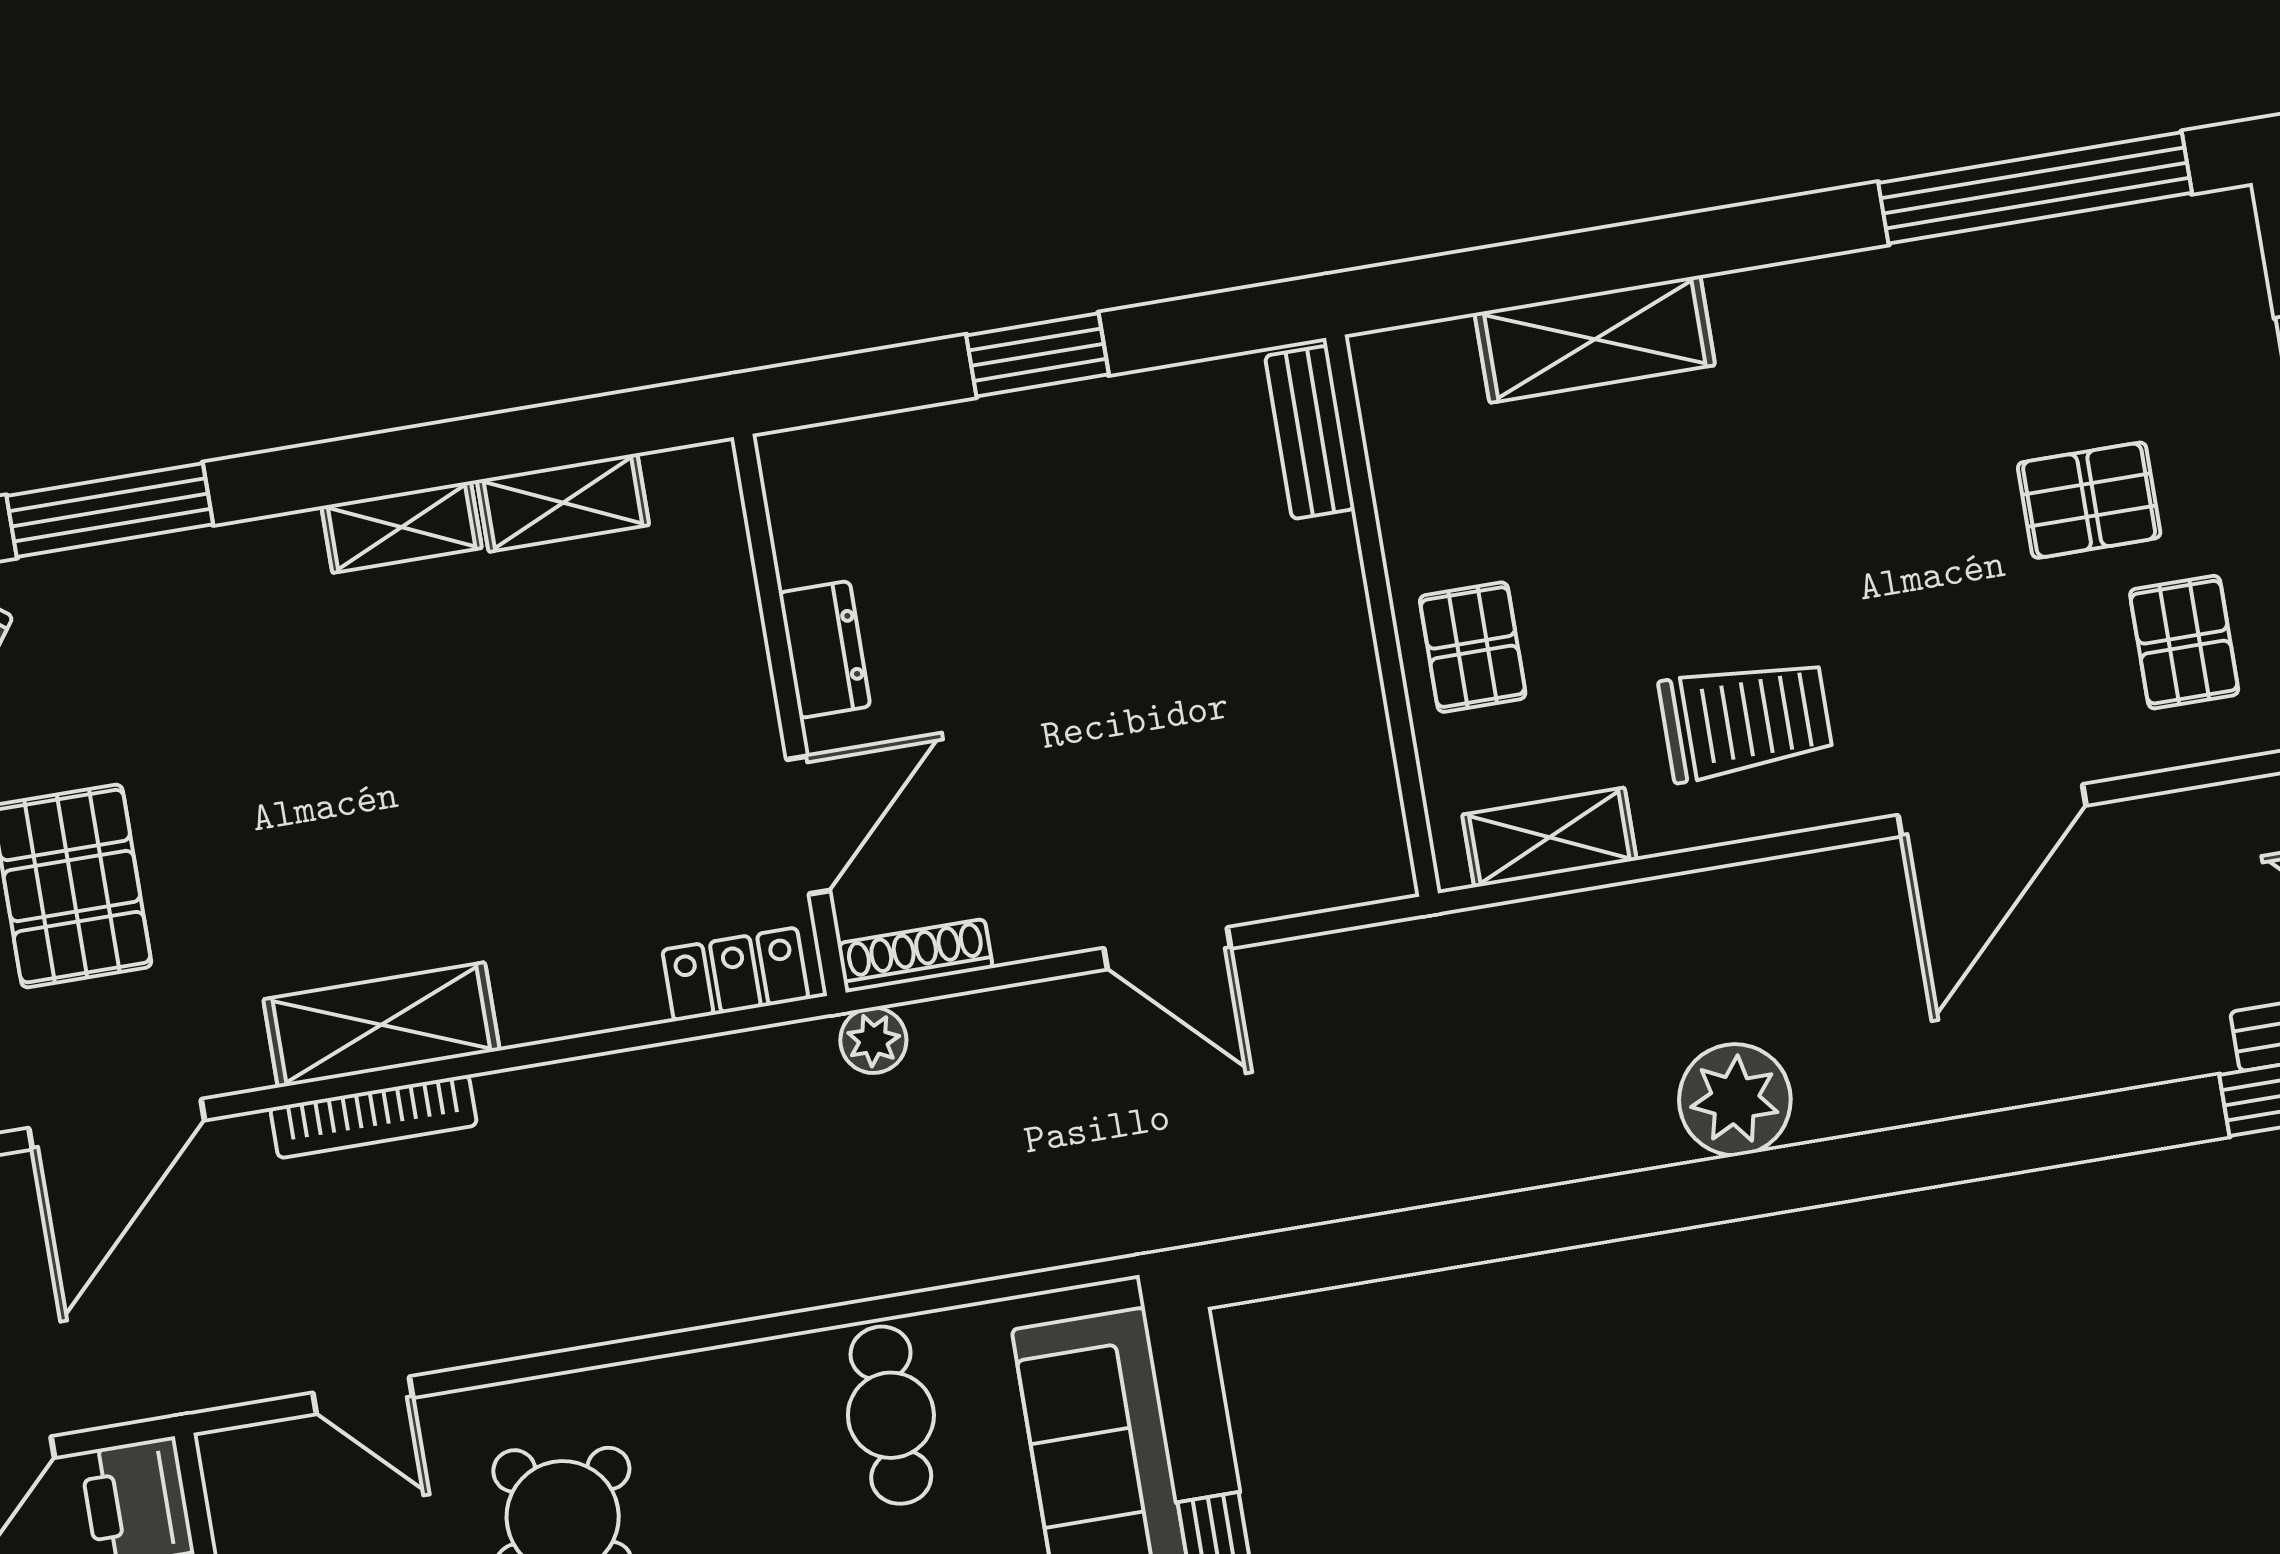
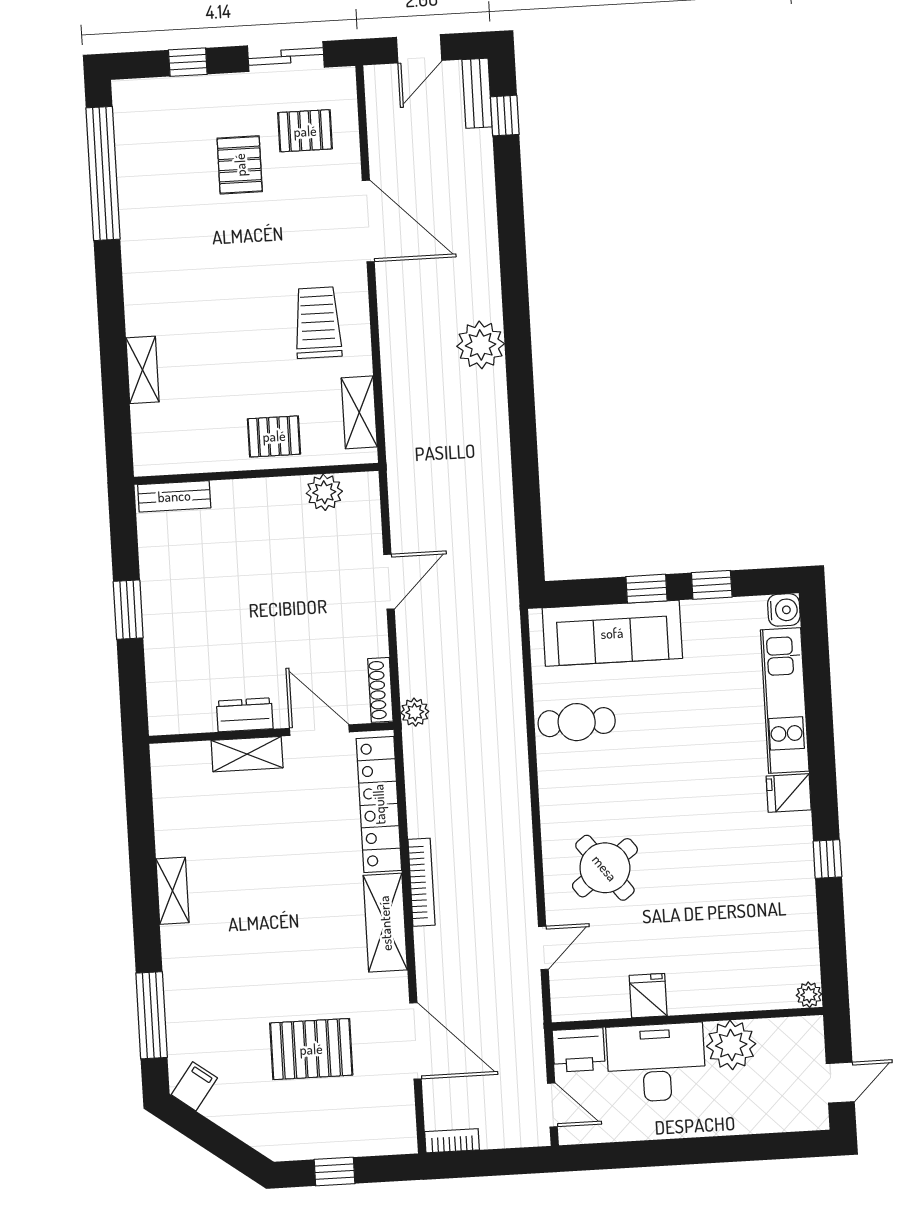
shelving: (1595, 339) -> (142, 370), width x0.67, depth x0.75
shelving: (563, 503) -> (247, 754), moved, turned 90
plant: (1357, 777) -> (324, 492), added
locker: (735, 974) -> (379, 804), width x2.16, depth x1.21
bookcase: (374, 1117) -> (422, 882), moved

